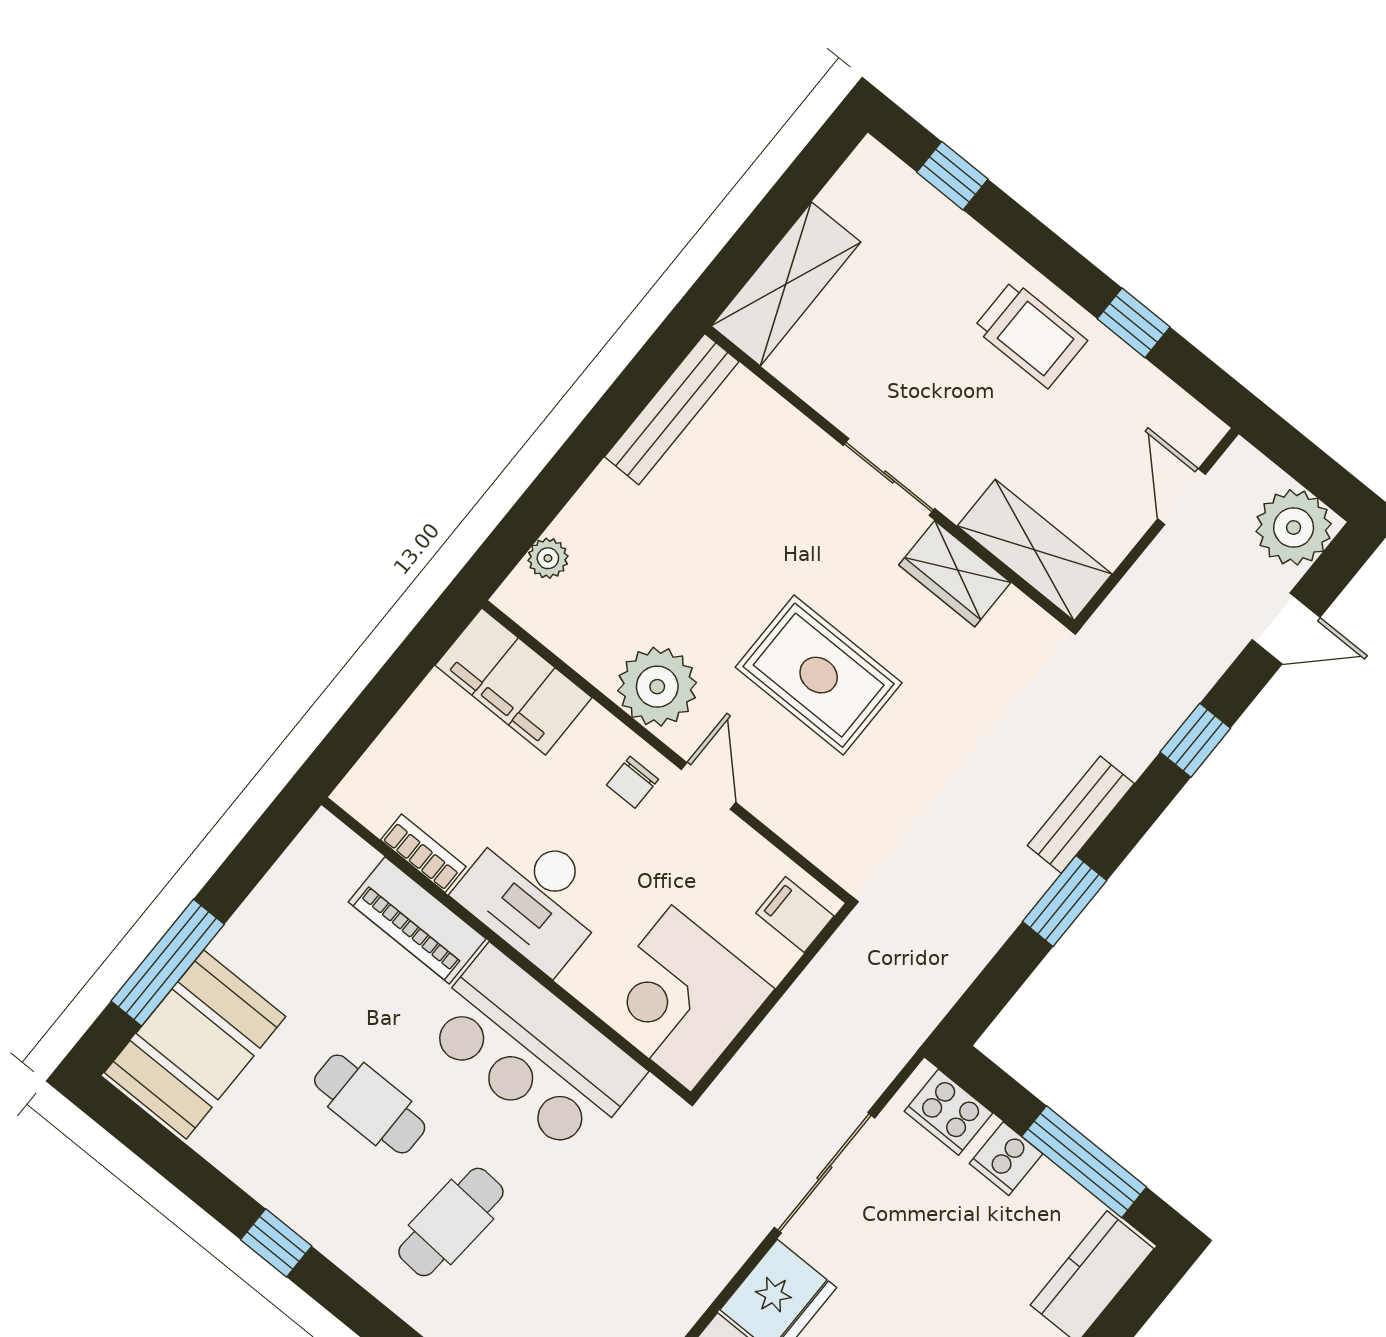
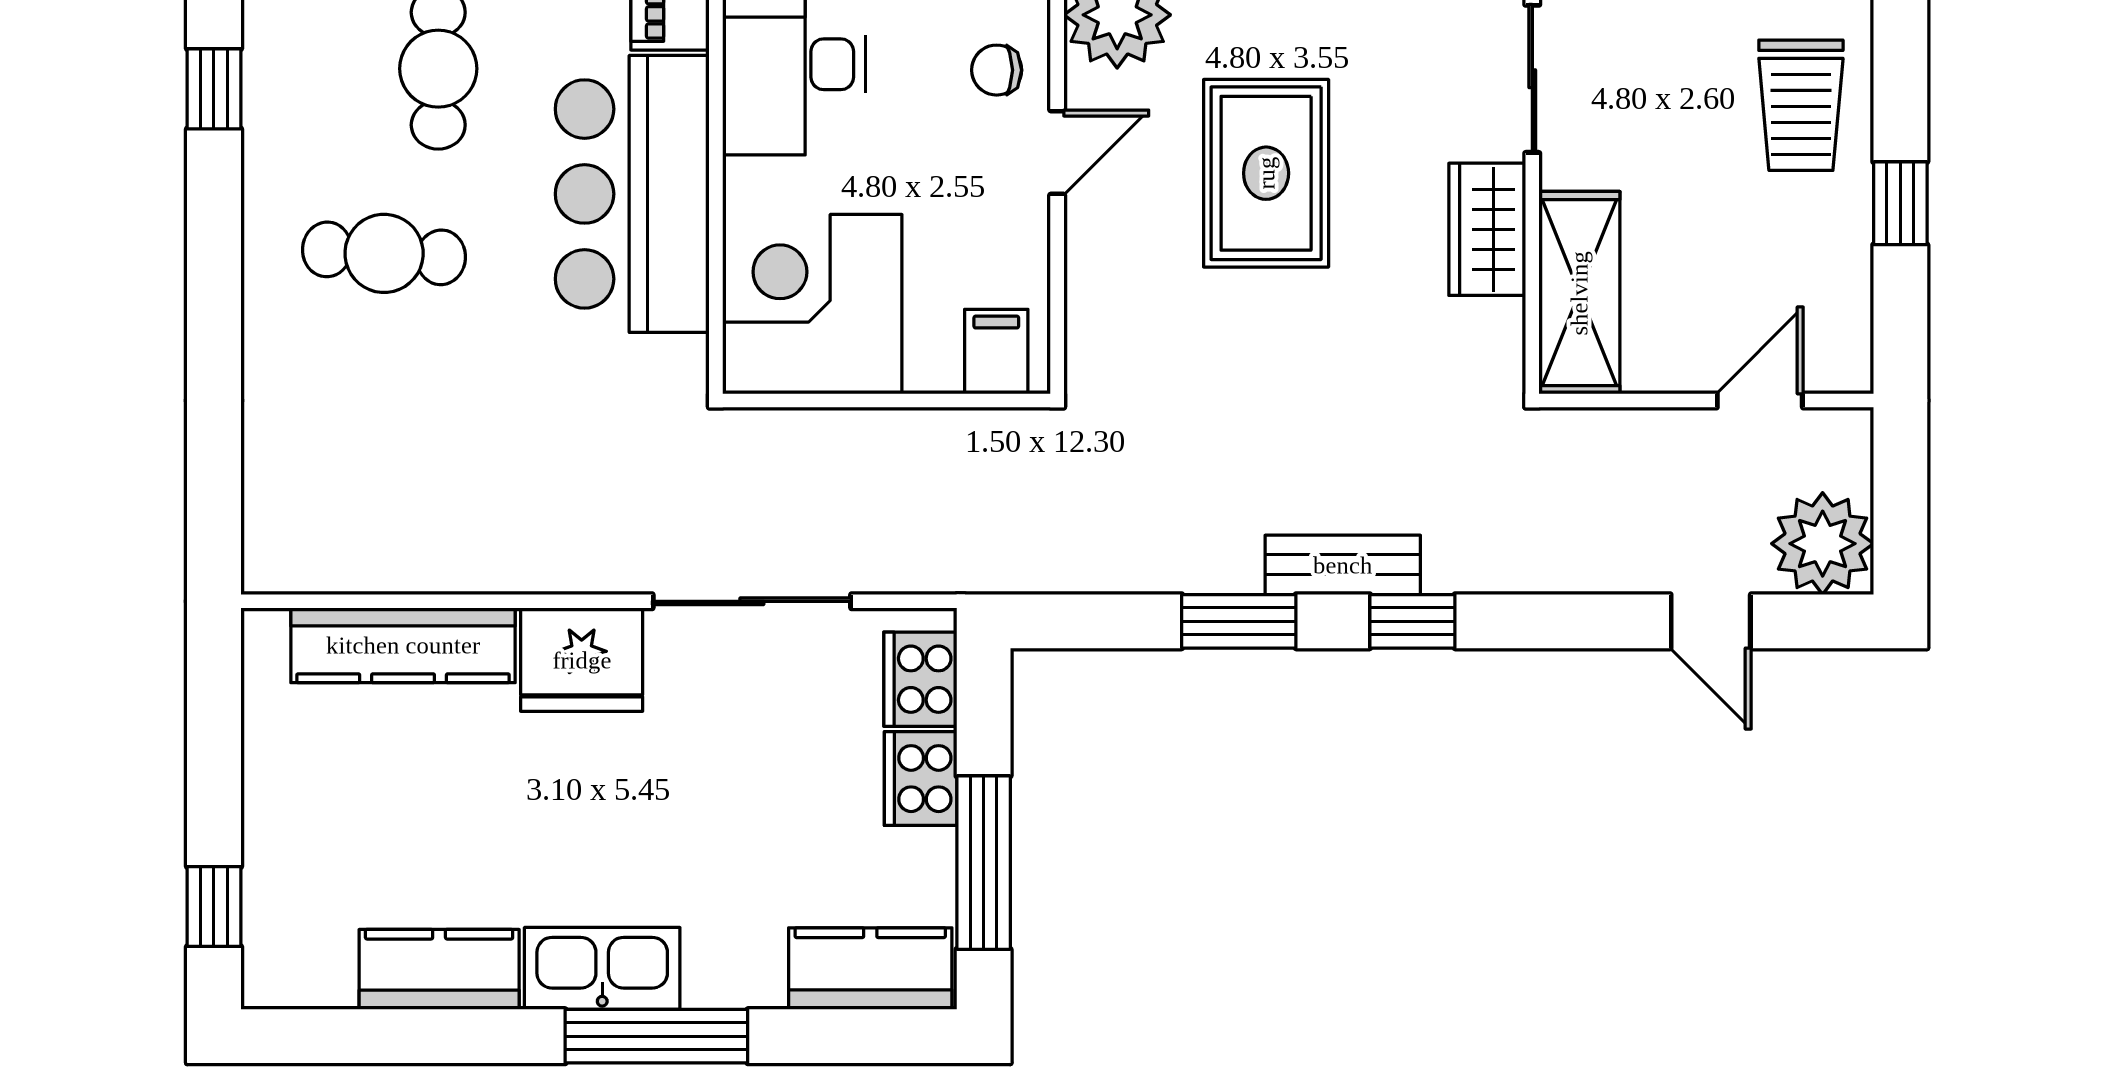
window: (1195, 740) -> (1412, 621), moved
cooker: (1006, 1159) -> (921, 779), width x1.36

